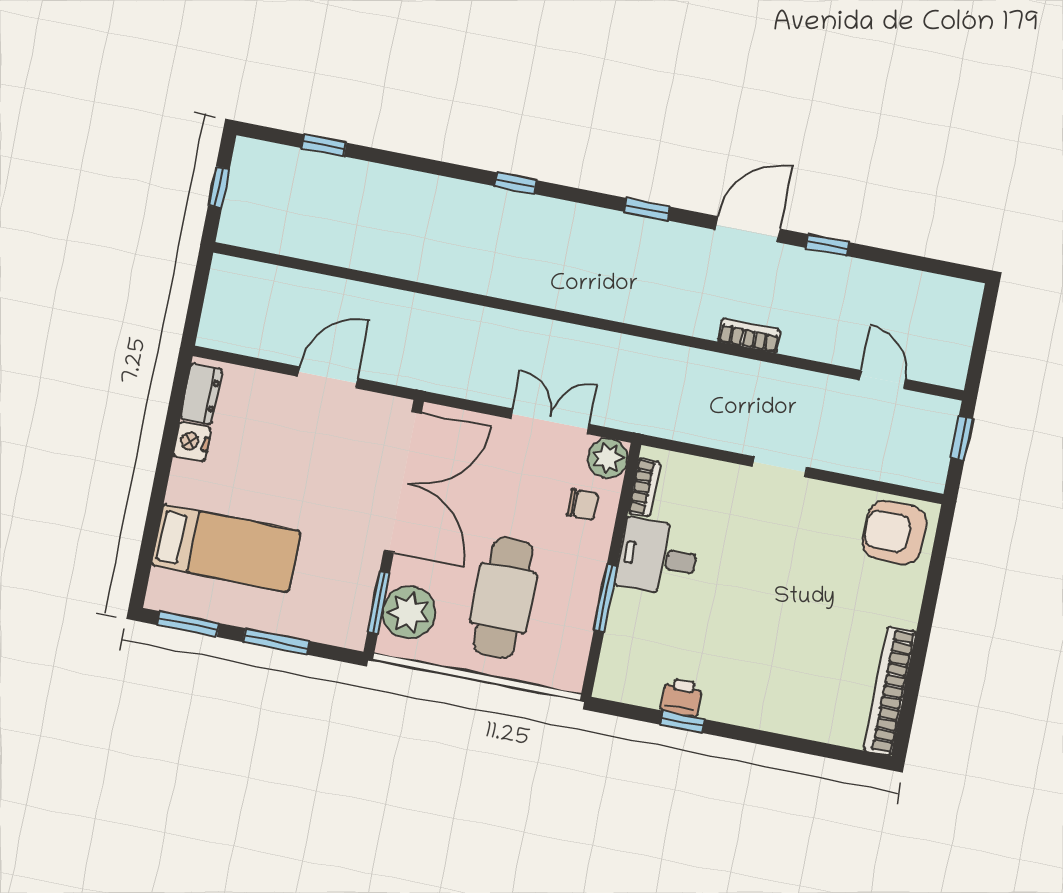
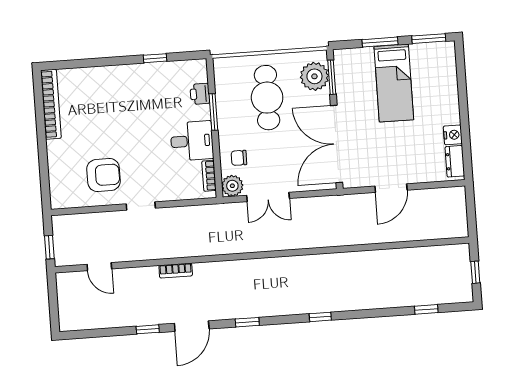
armchair: (894, 533) -> (104, 175), moved
bed: (226, 548) -> (394, 83), moved, turned -90
printer: (682, 697) -> (200, 94), moved, turned 90

